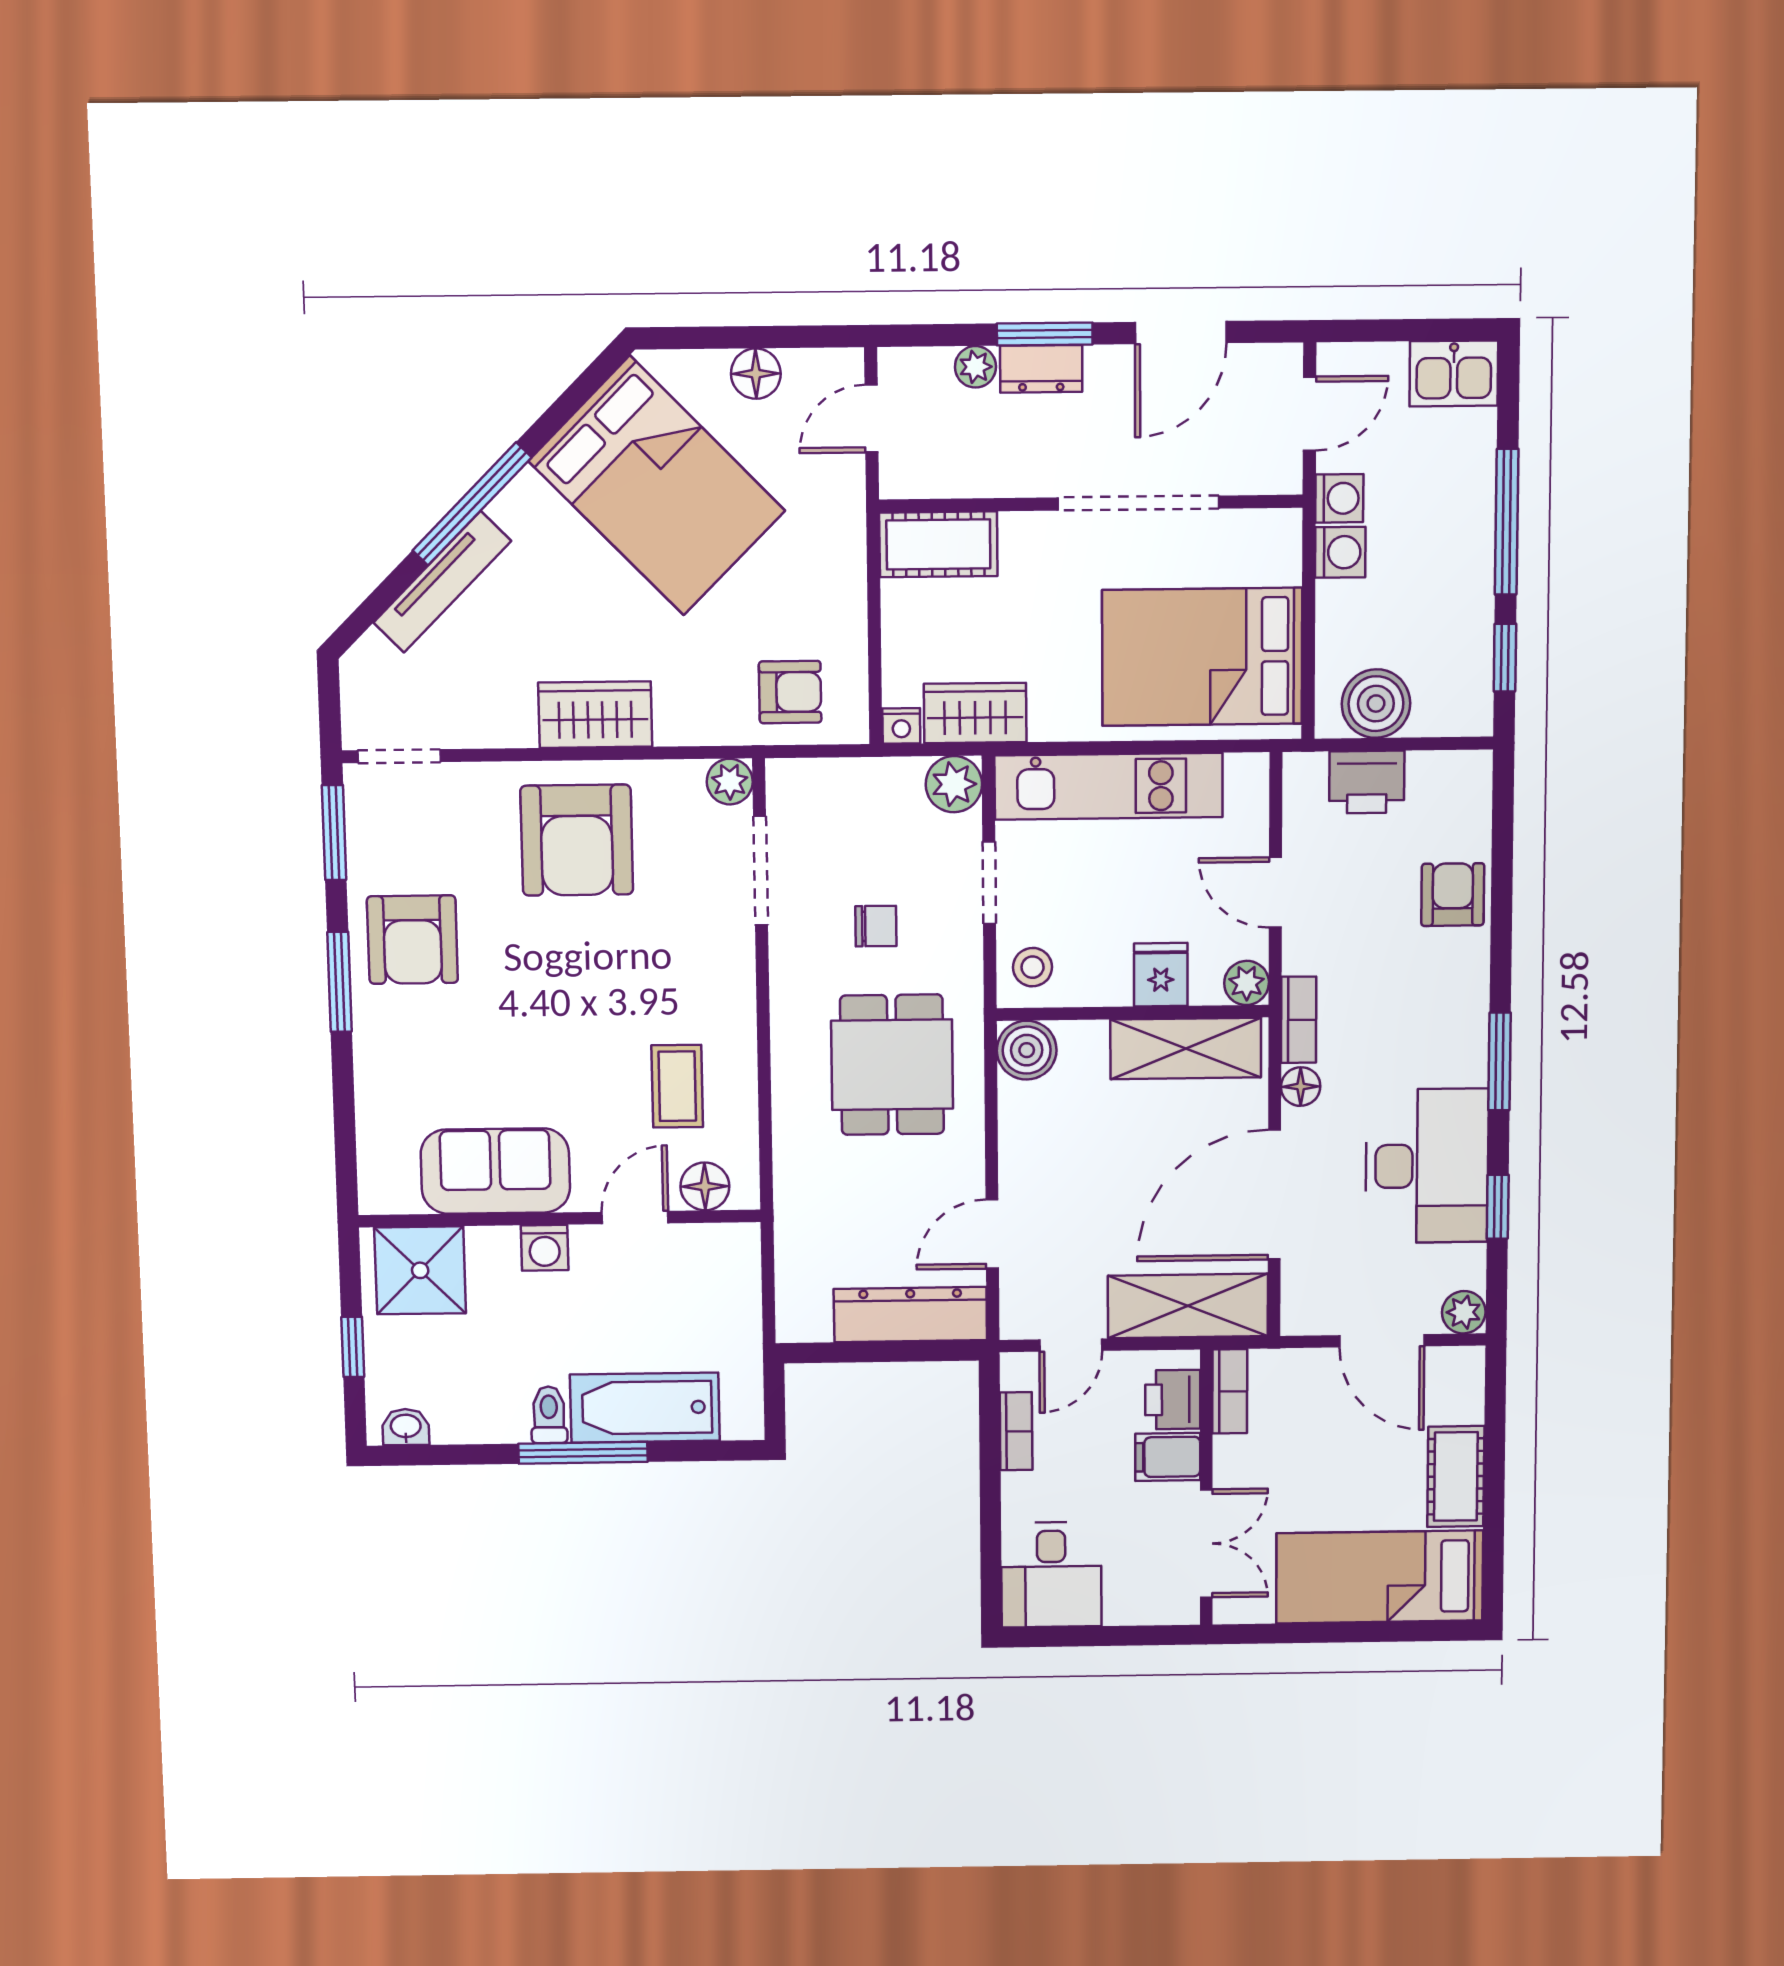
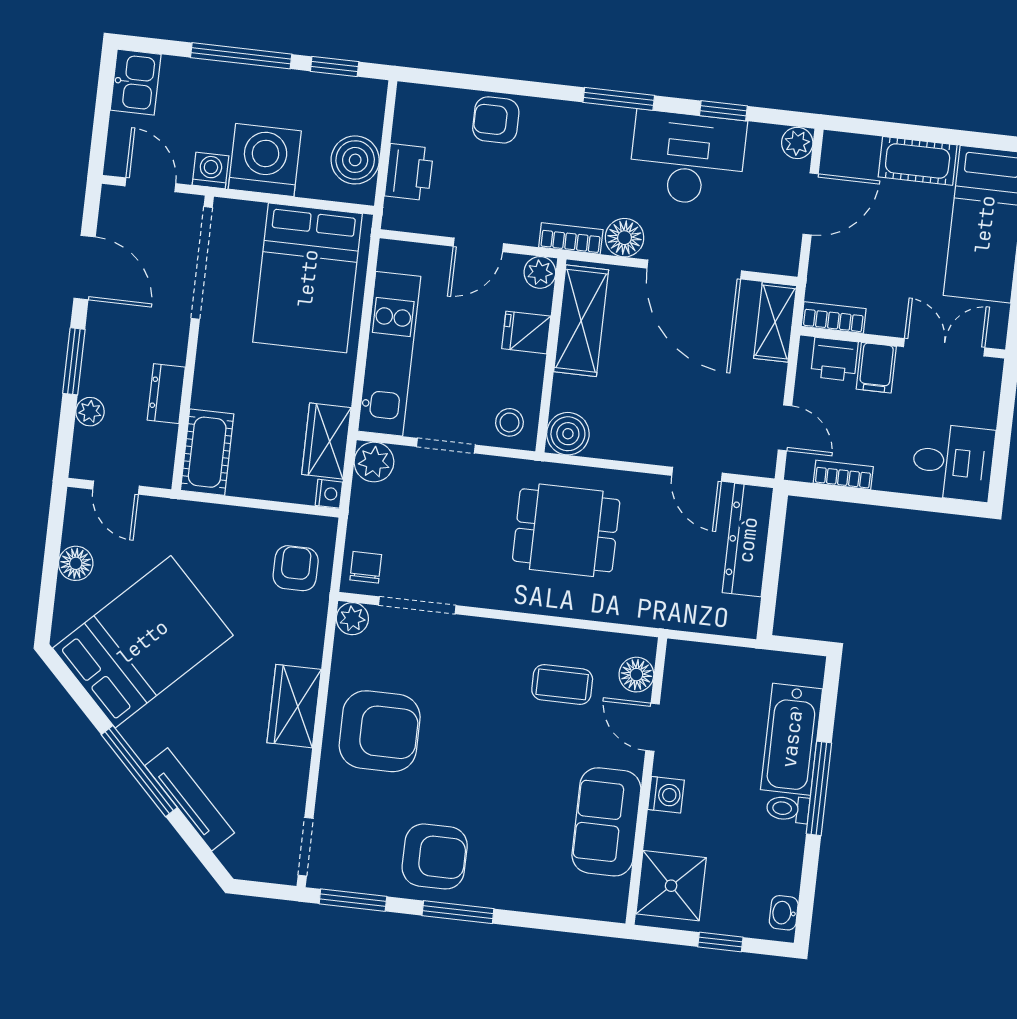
dresser: (1041, 369) -> (166, 394), moved, turned 180
doorway: (1138, 503) -> (202, 263), moved
washing machine: (1340, 552) -> (265, 160), width x1.89, depth x1.89
chair: (876, 926) -> (366, 567), moved
floor lamp: (1301, 1087) -> (624, 238), width x1.37, depth x1.37
shelving: (1188, 1306) -> (775, 322), width x0.67, depth x0.75

